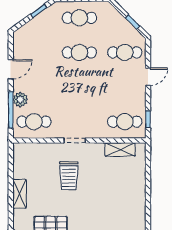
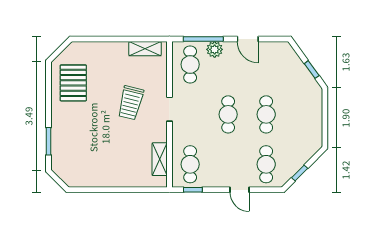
cafe table: (79, 18) -> (228, 114), moved
trolley: (69, 176) -> (131, 103), turned -76
shelving: (19, 194) -> (145, 49), moved

